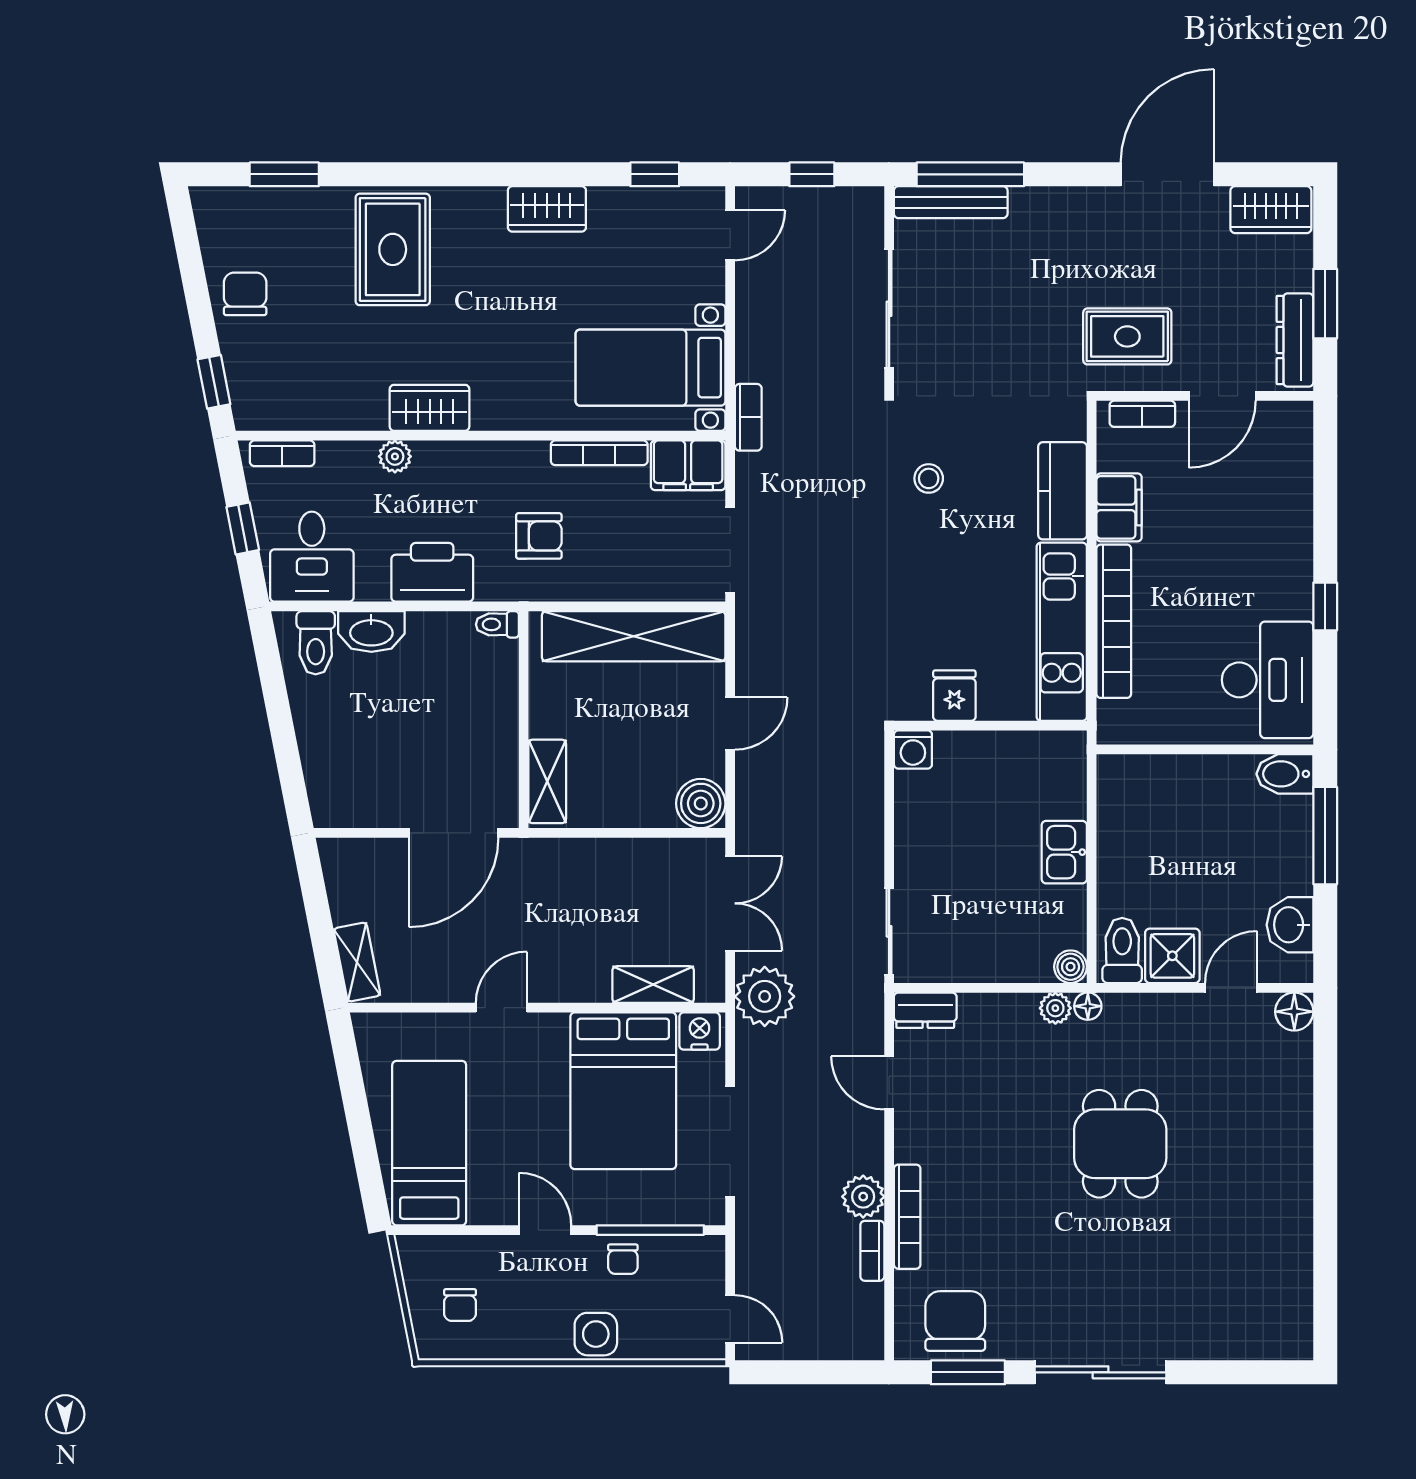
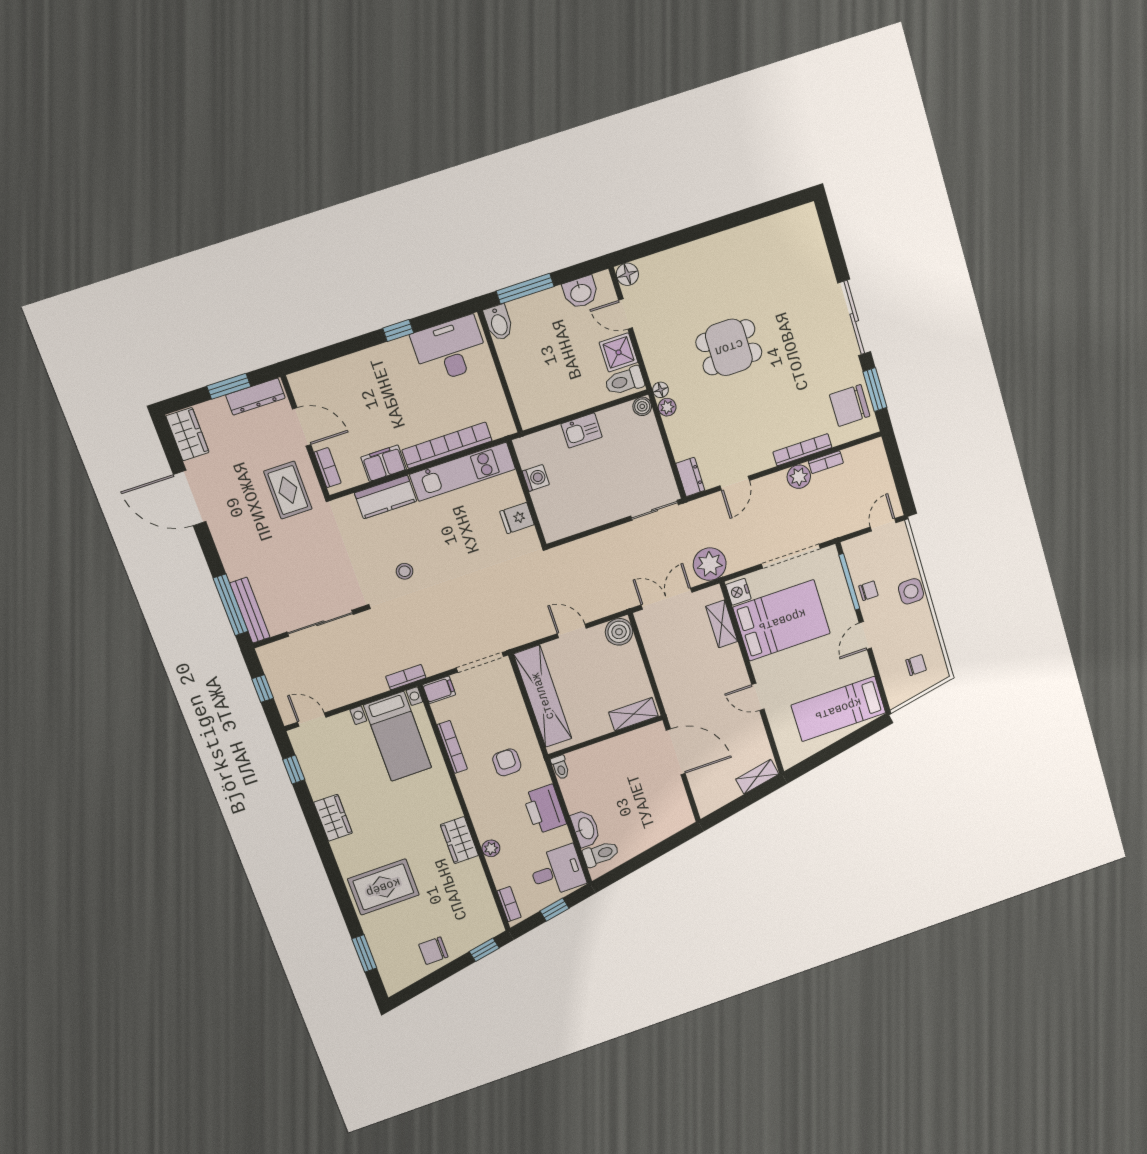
filing cabinet: (688, 465) -> (439, 690), width x0.50
washing machine: (913, 749) -> (536, 478), moved

